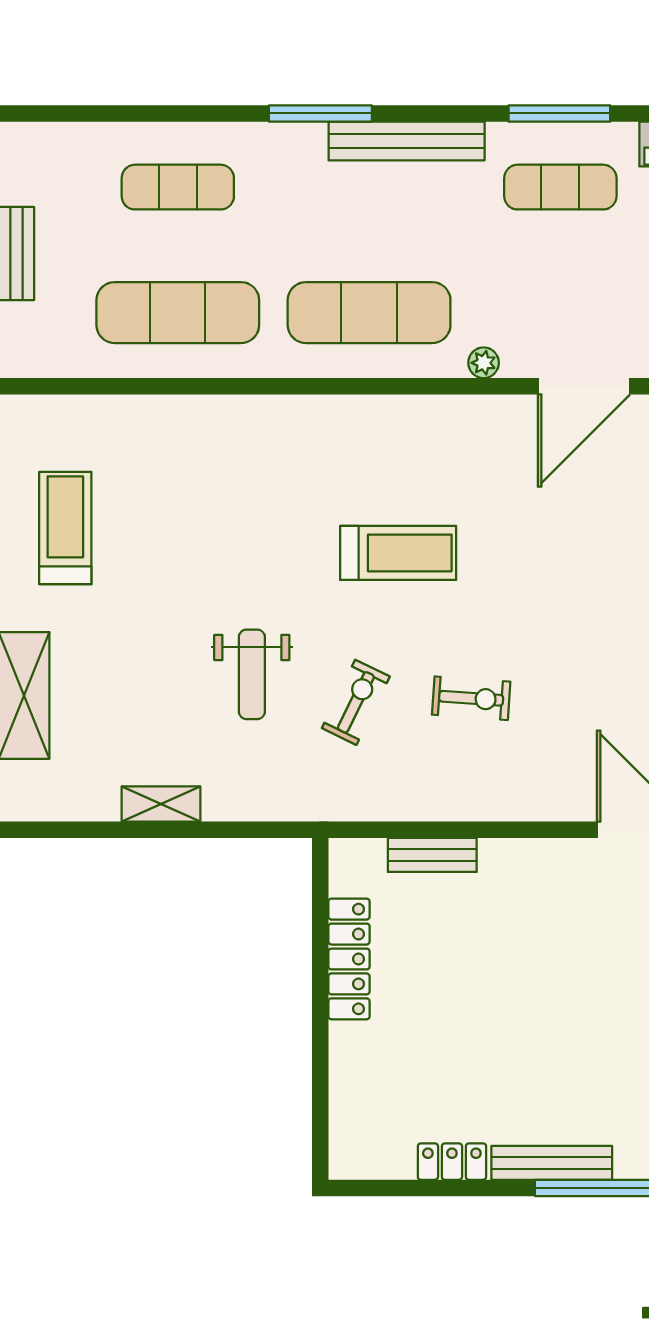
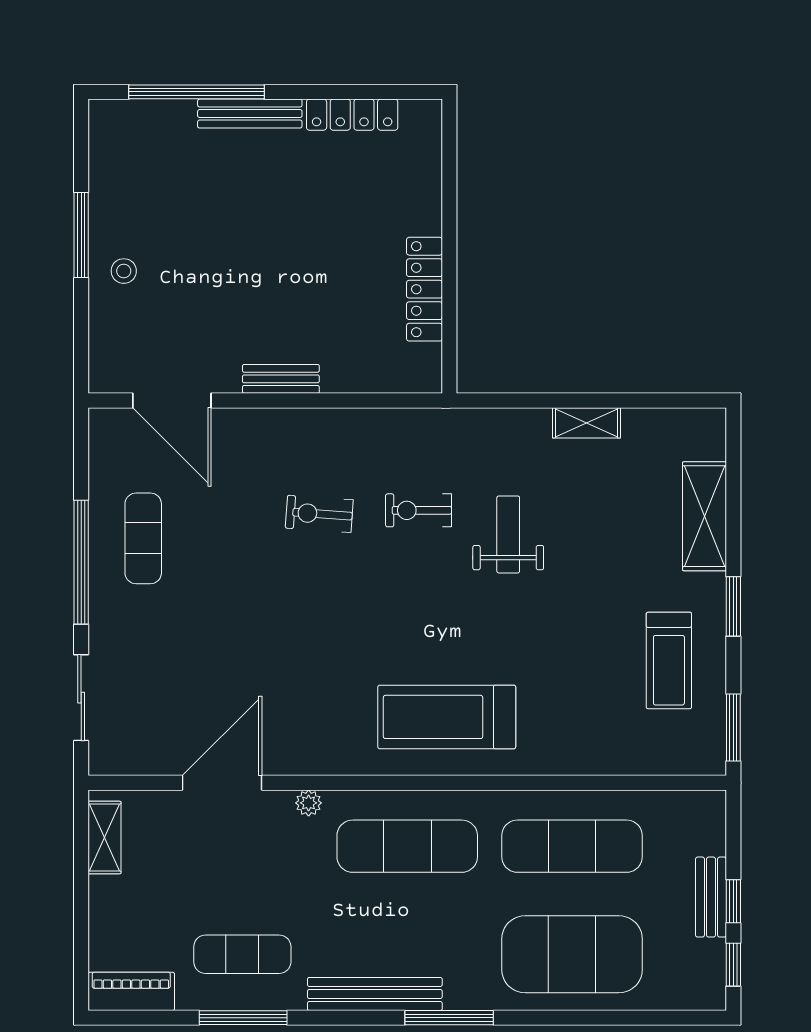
exercise mat: (178, 187) -> (572, 954), width x2.00, depth x1.45
treadmill: (398, 553) -> (447, 717), moved, width x1.37, depth x1.38
exercise bike: (356, 702) -> (419, 510), turned 64
bench: (432, 855) -> (281, 379), moved
locker: (452, 1162) -> (352, 115), width x1.53

